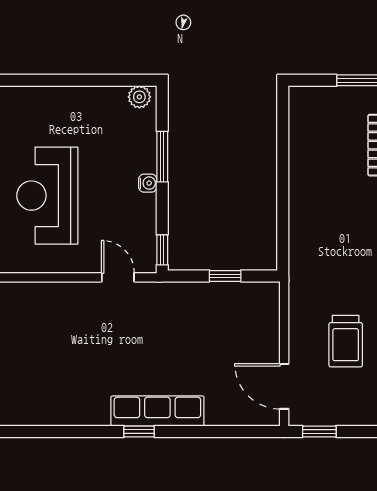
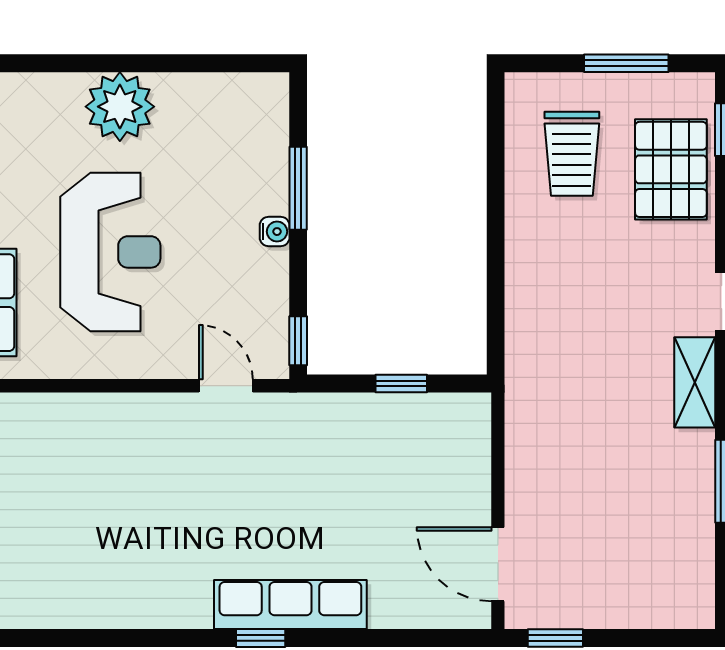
plant: (139, 97) -> (120, 107), moved, width x1.88, depth x1.88
reception desk: (47, 196) -> (110, 252), turned 180
trolley: (346, 341) -> (572, 154), moved

